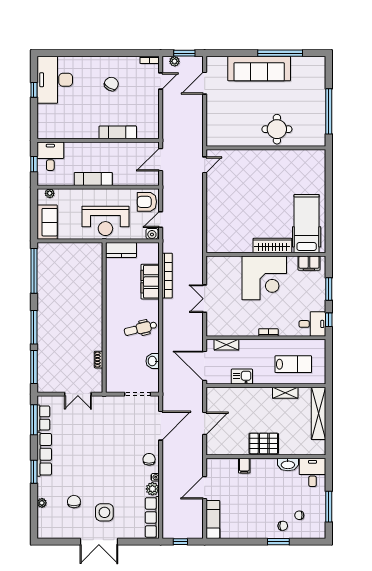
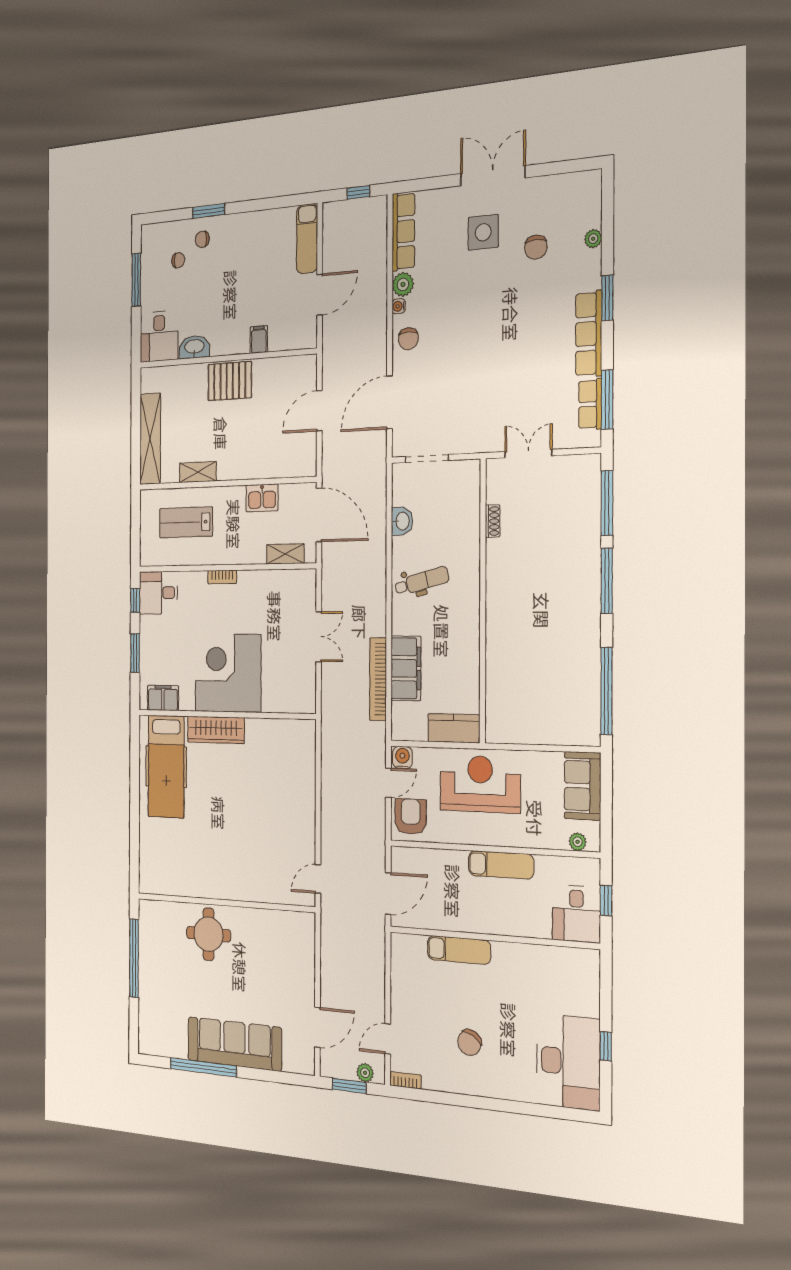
armchair: (147, 202) -> (411, 817), turned -90

